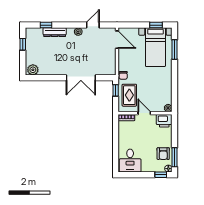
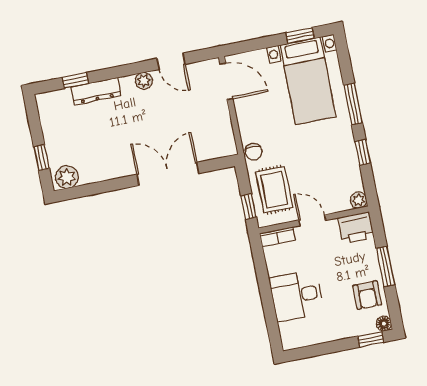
door: (93, 25) -> (171, 61), swing flipped
window: (23, 44) -> (42, 158), moved
window: (175, 50) -> (353, 104), moved
double door: (81, 78) -> (168, 174), swing flipped
window: (175, 86) -> (363, 152), added
window: (116, 90) -> (249, 207), moved
window: (175, 157) -> (386, 267), moved
desk: (130, 161) -> (296, 296), moved, turned 90

